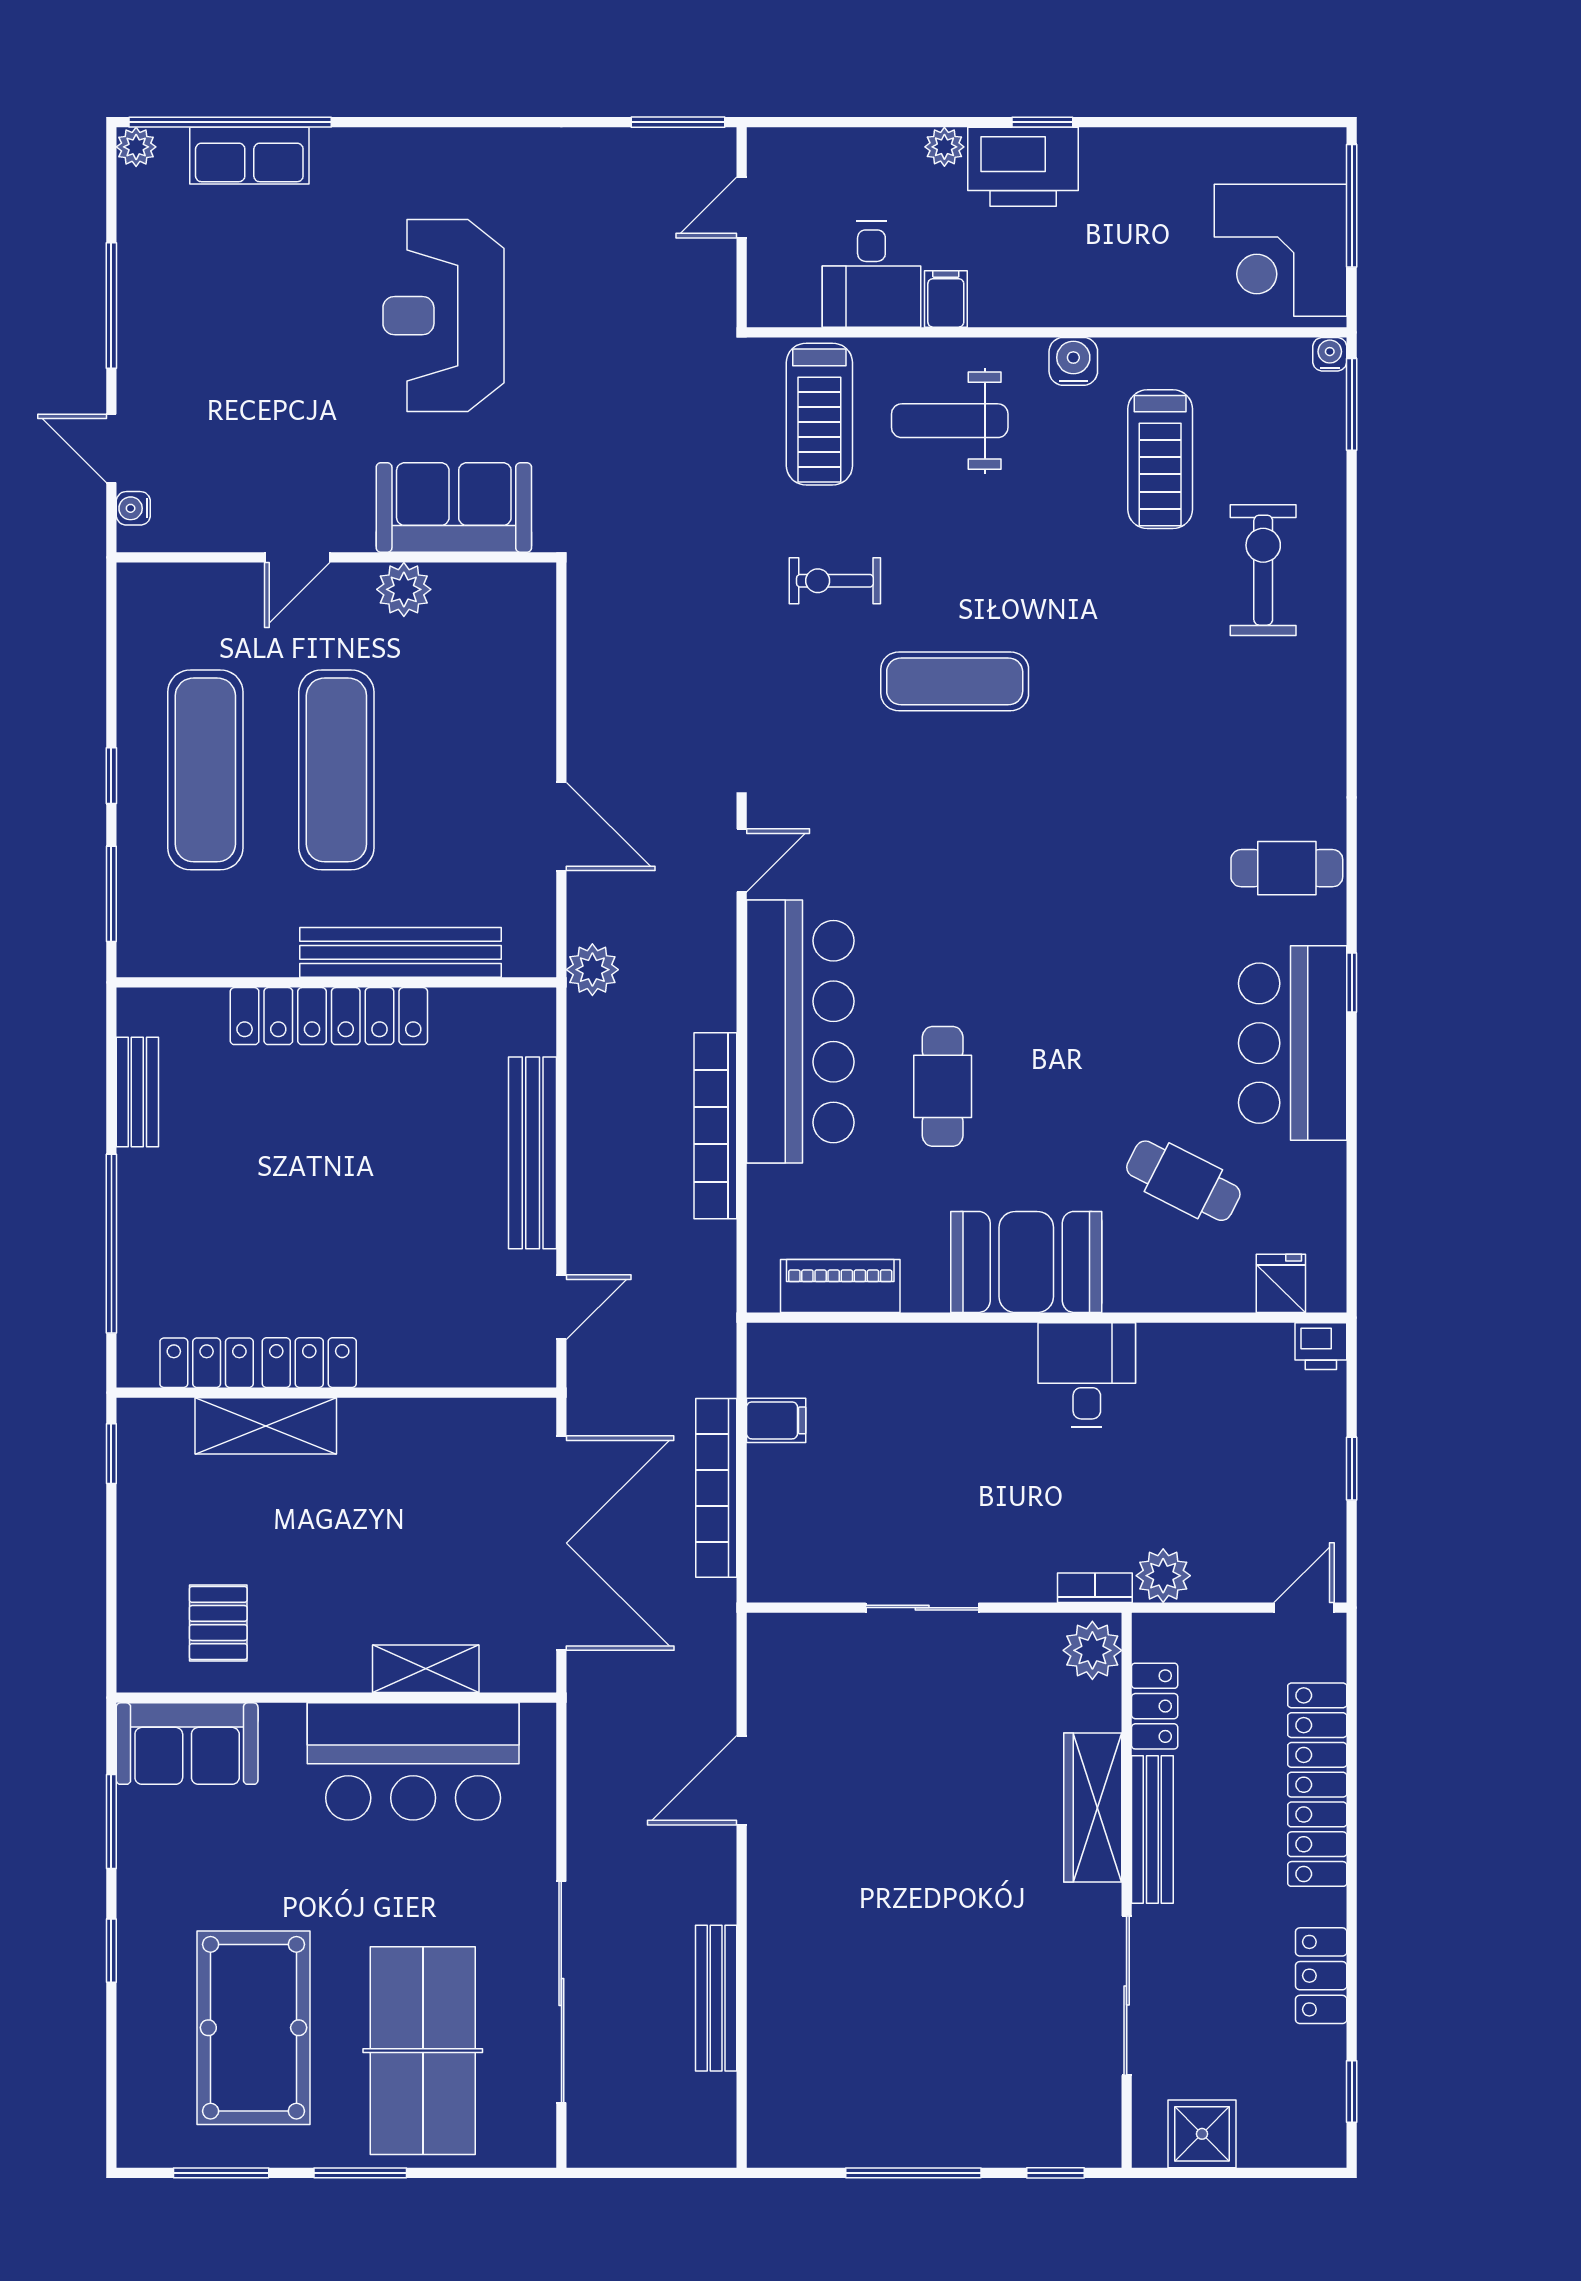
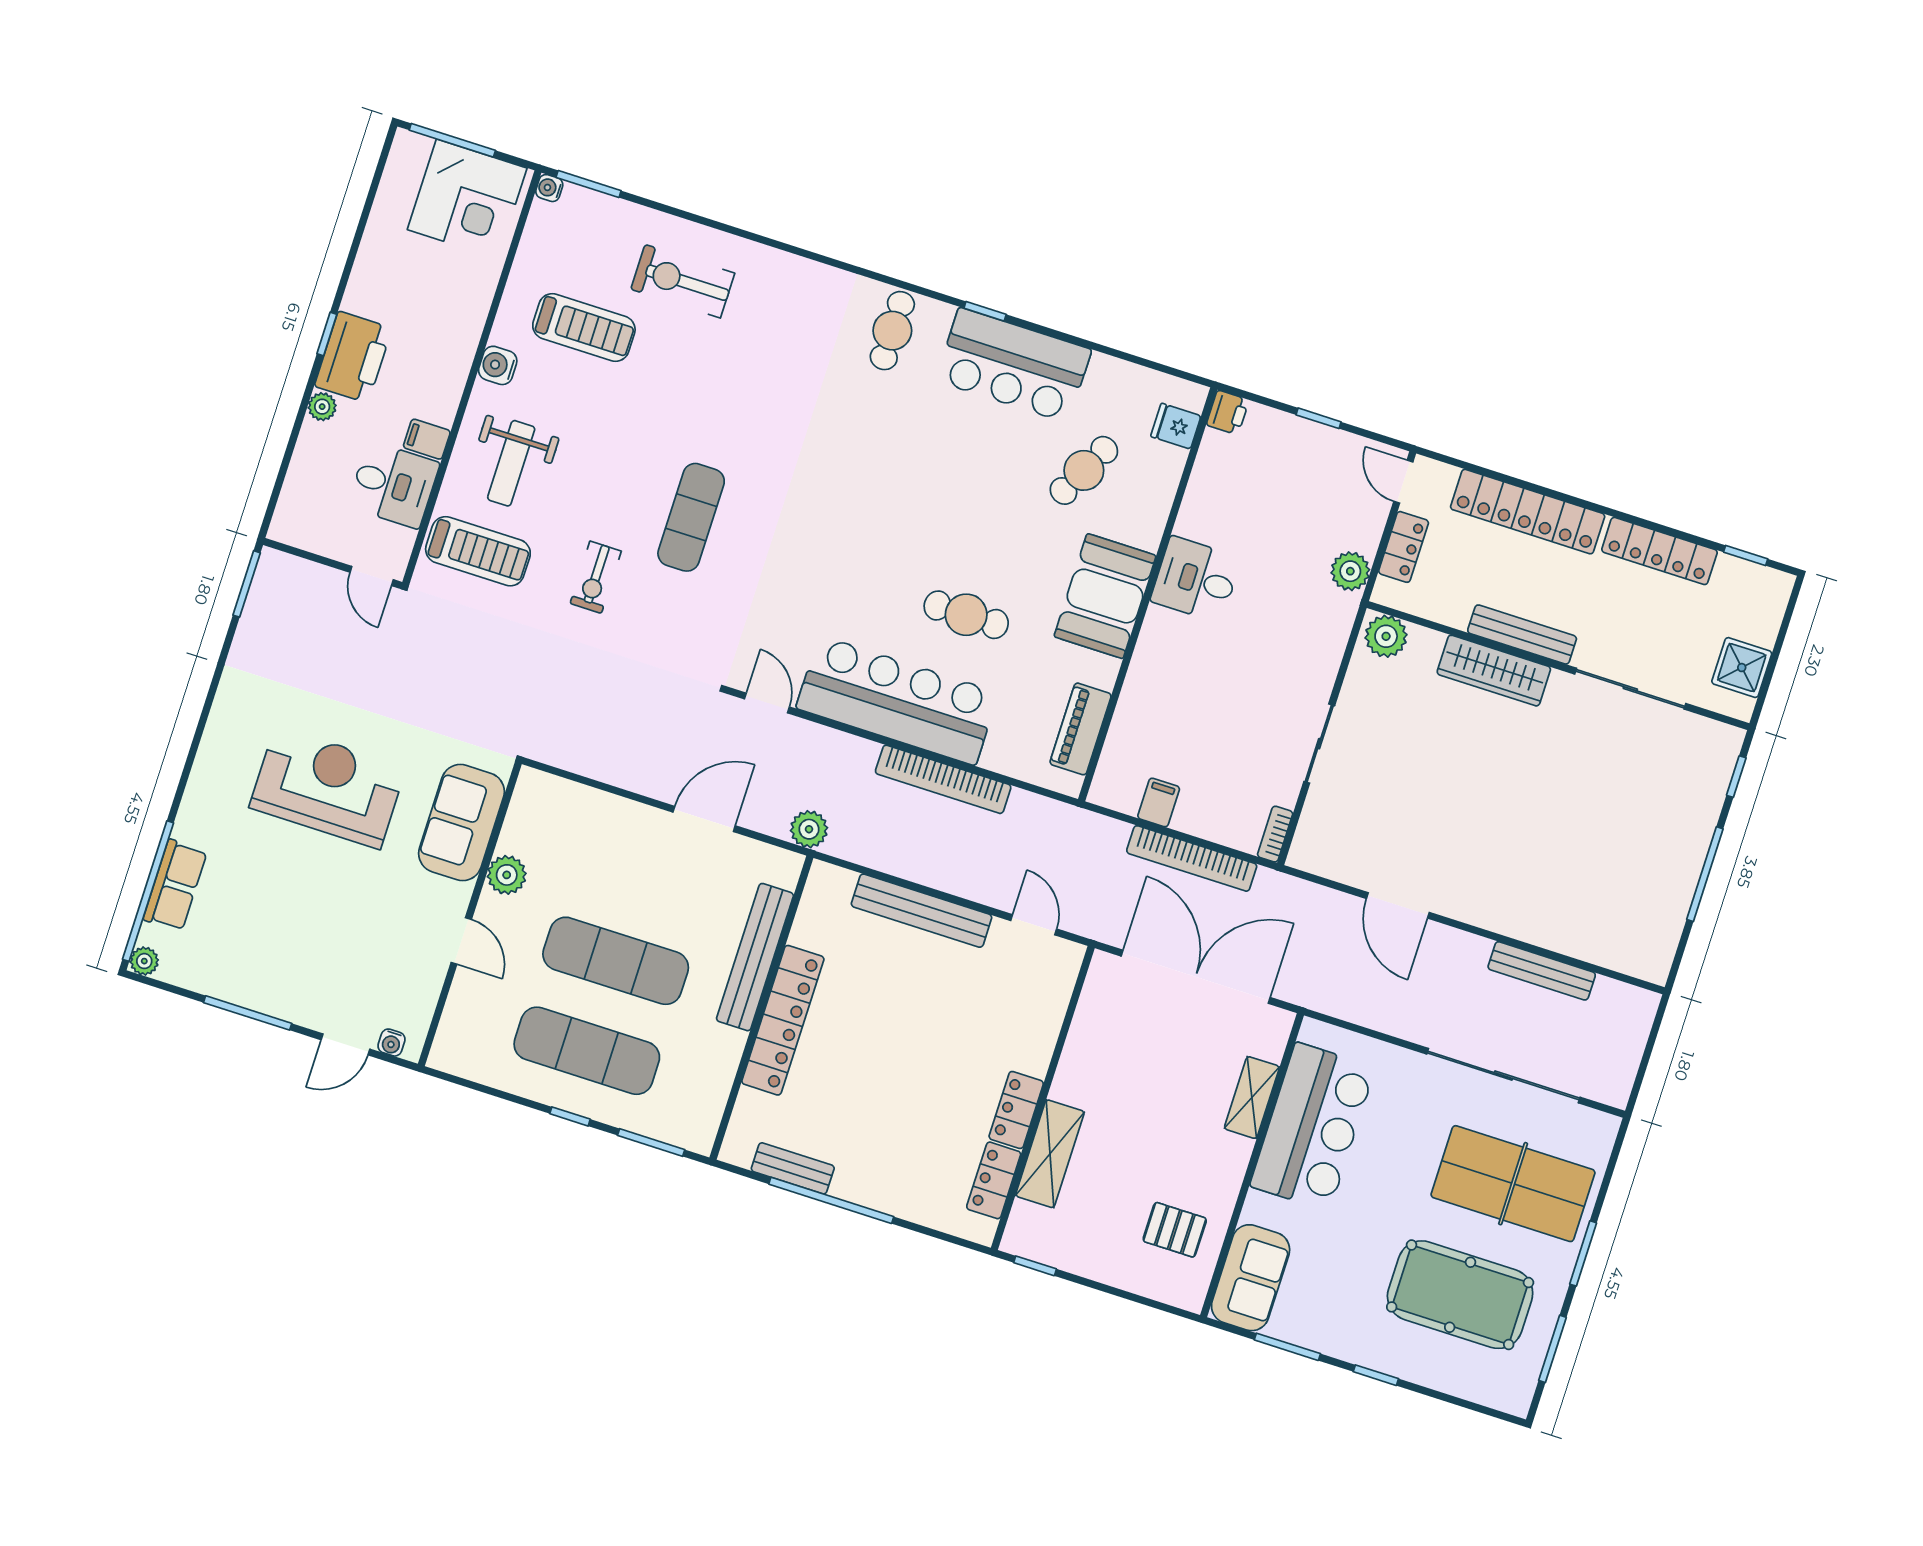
door: (742, 208) -> (372, 576), moved
reception desk: (443, 316) -> (328, 787), turned 180
window: (111, 1244) -> (831, 1200), moved
bookcase: (1095, 1588) -> (1275, 834), moved
locker: (1155, 1706) -> (1404, 547), moved, turned 90
locker: (1321, 1976) -> (1659, 551), width x1.53

